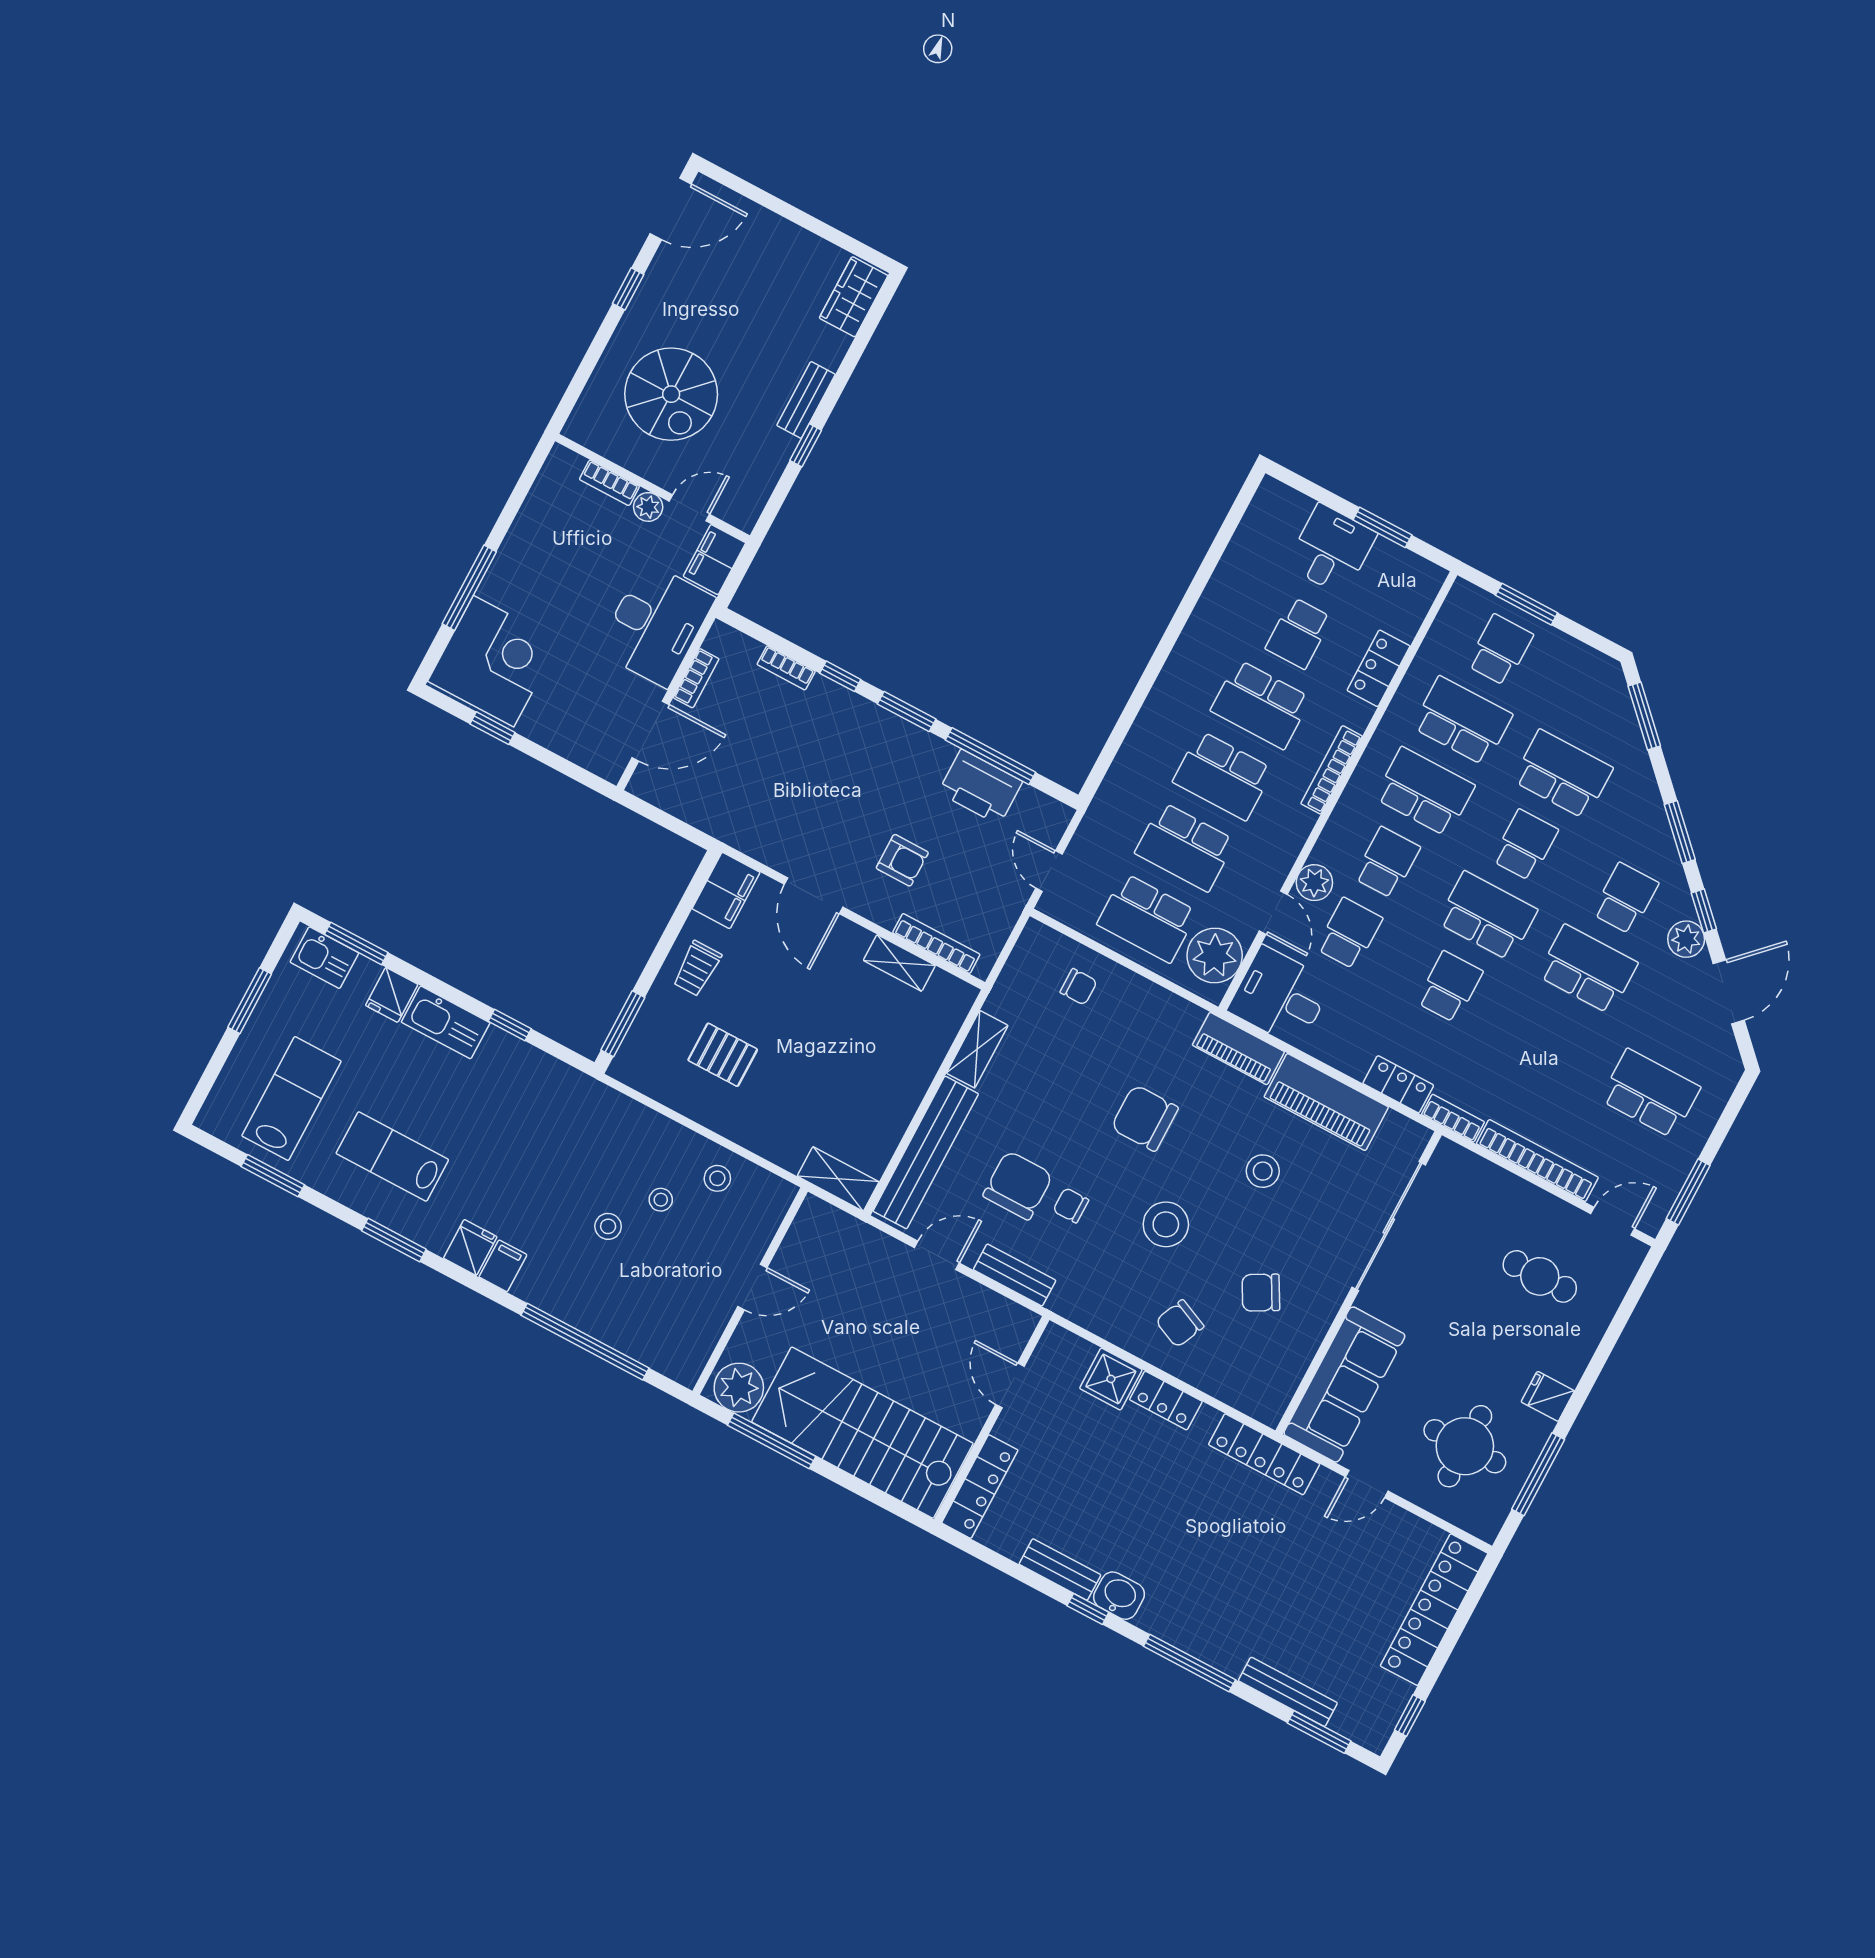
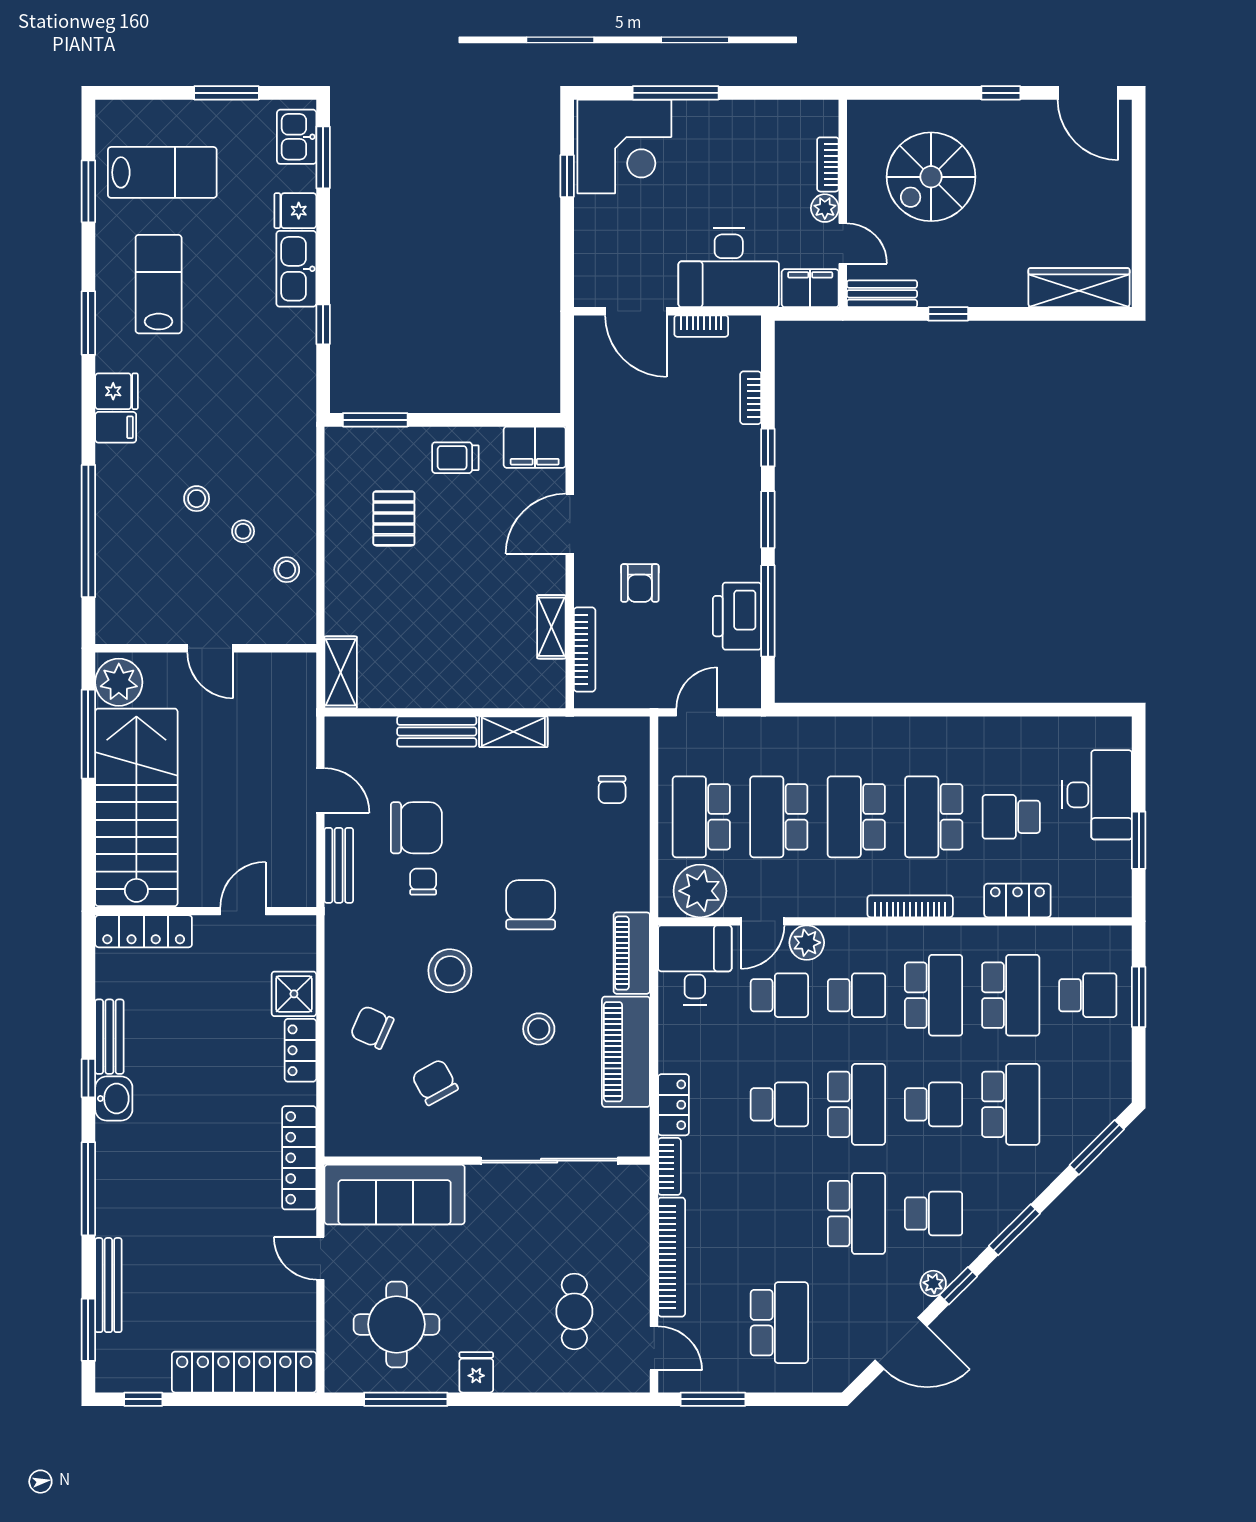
wardrobe: (854, 297) -> (1079, 288), width x1.50
bench: (806, 400) -> (882, 294), moved
desk: (1331, 550) -> (1097, 795), width x1.37
plant: (1686, 939) -> (933, 1283), width x0.73, depth x0.73
bench: (926, 1152) -> (437, 731), width x0.54, depth x0.82

